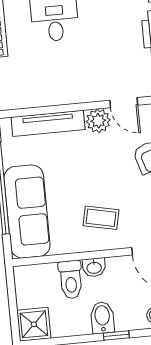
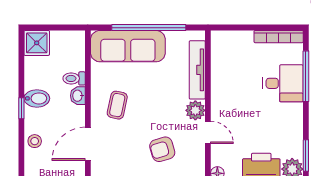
door: (124, 103) -> (208, 132), swing flipped
toilet: (71, 280) -> (74, 78), width x0.73, depth x0.72

